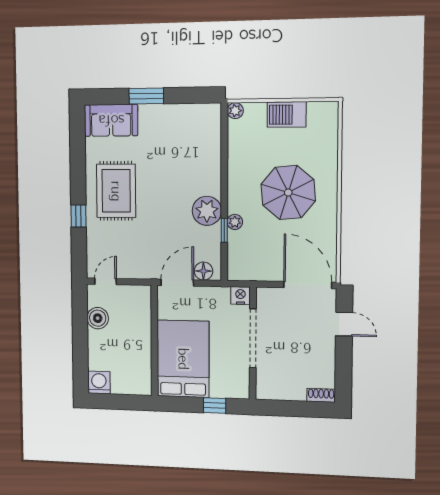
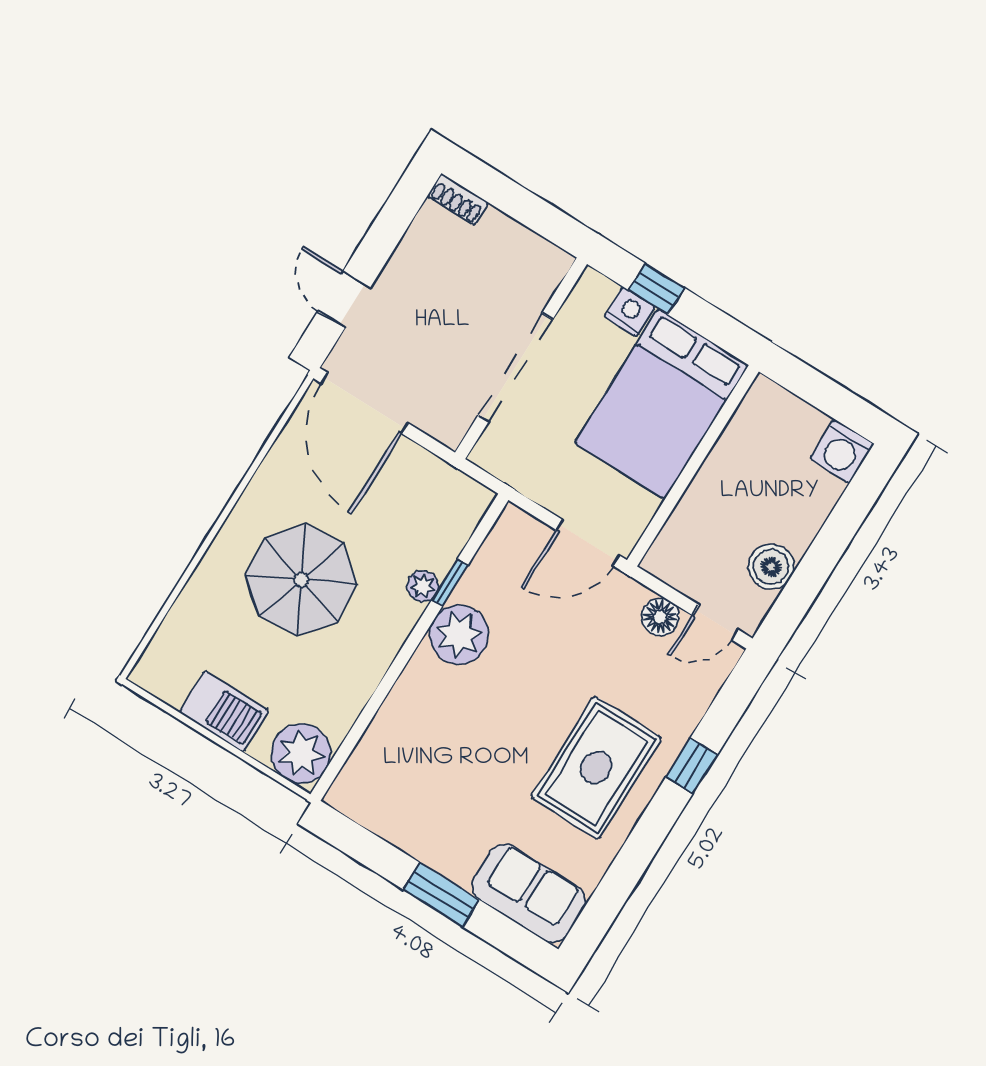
plant: (235, 111) -> (301, 754), width x1.87, depth x1.87
floor lamp: (203, 271) -> (660, 617), moved
nightstand: (240, 296) -> (629, 312), moved, turned 180

